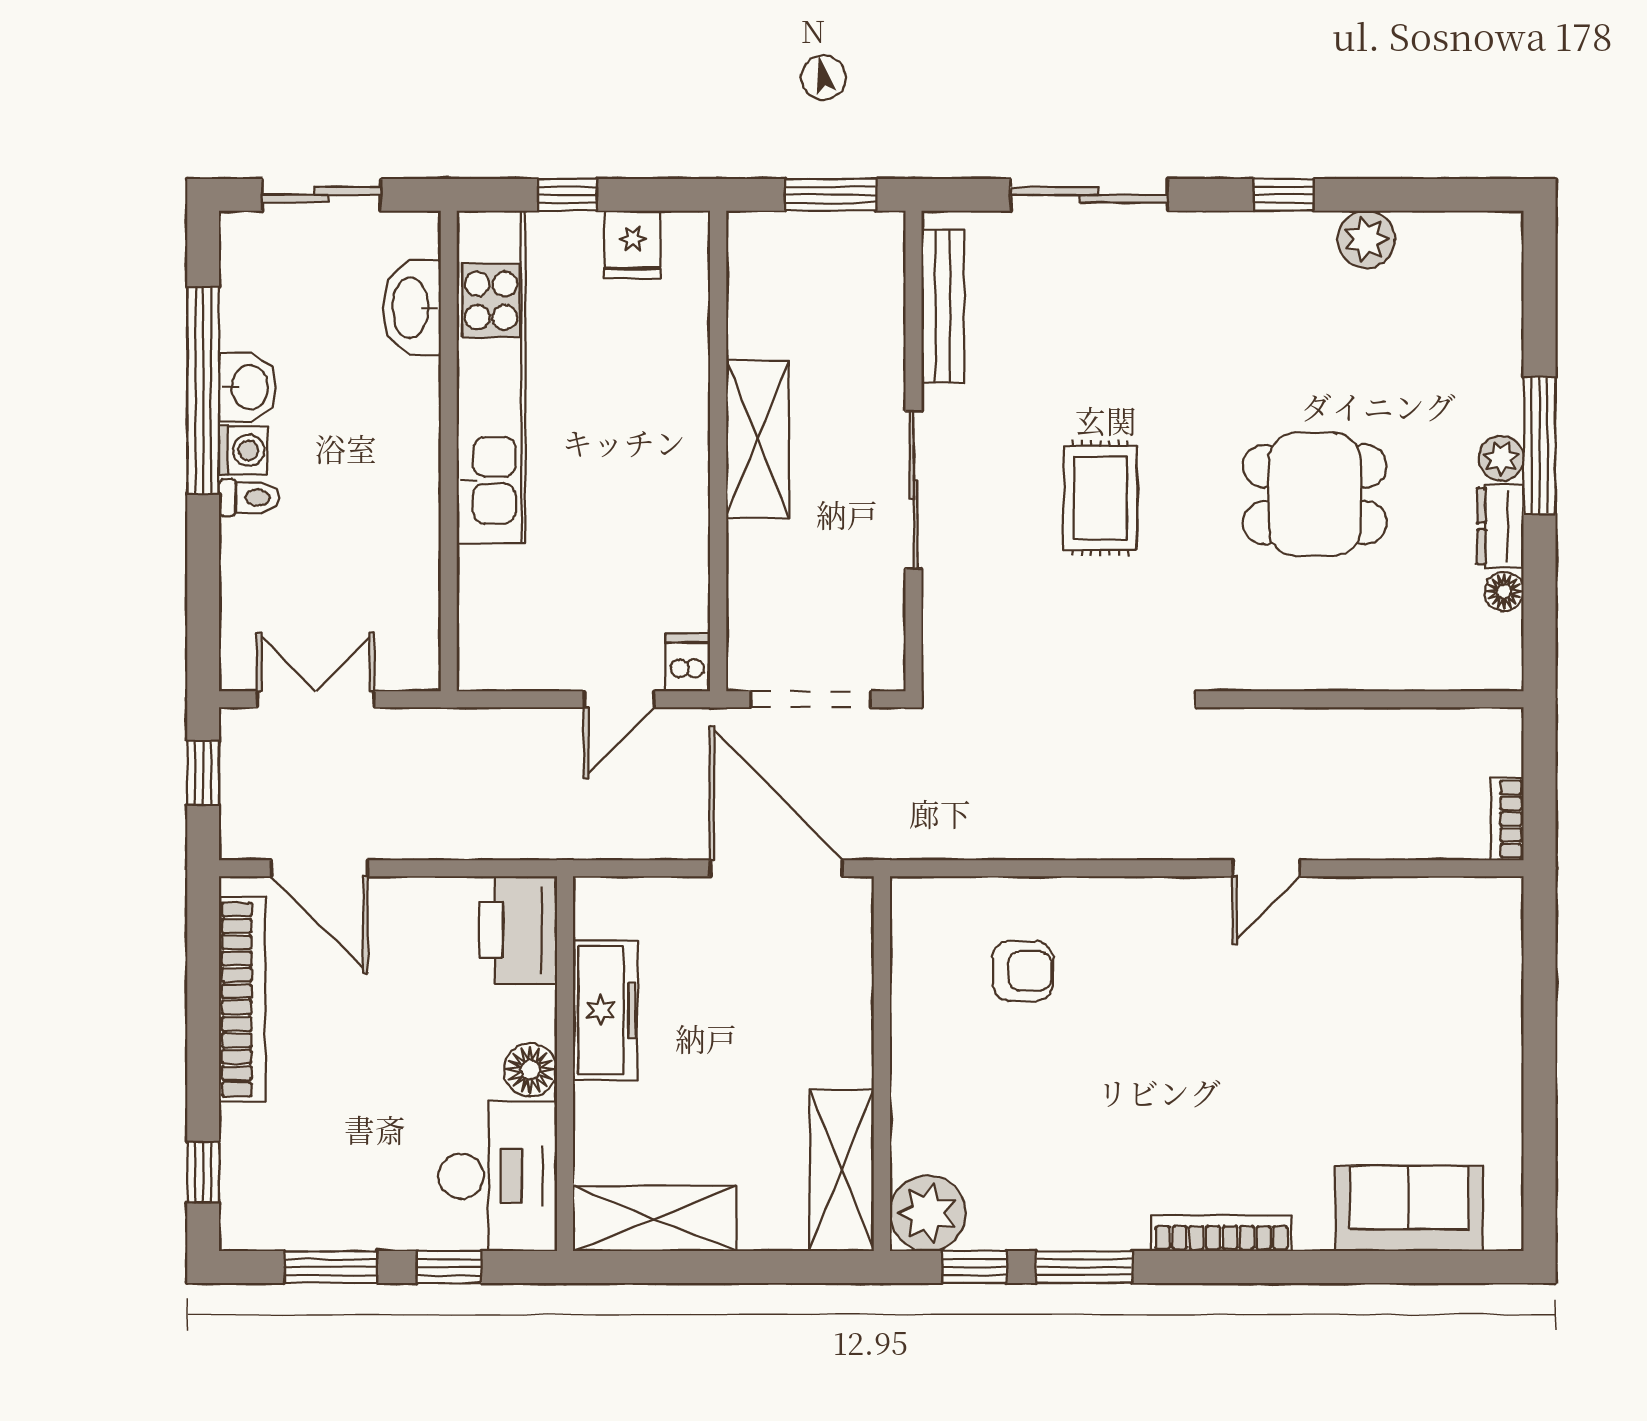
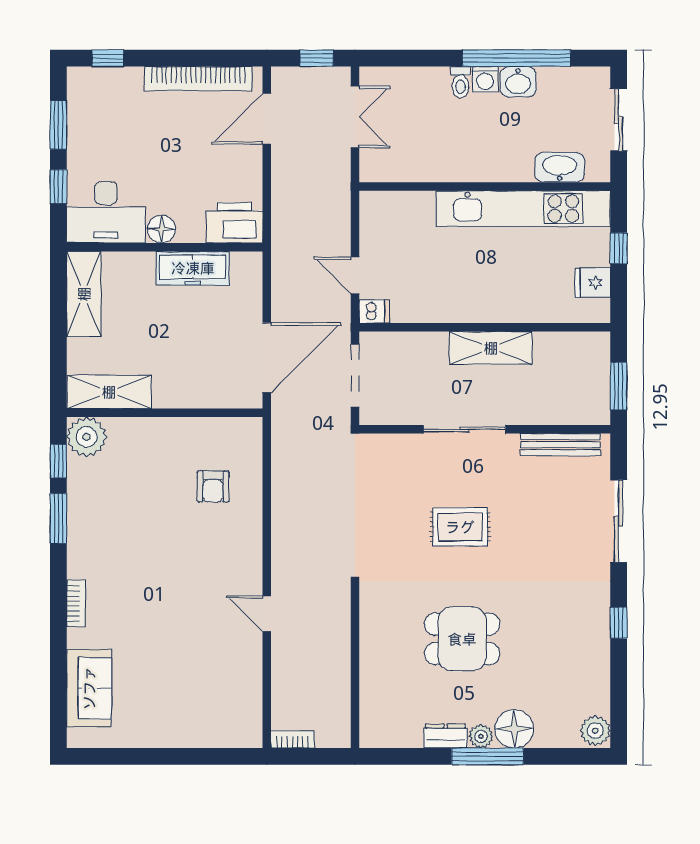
plant: (1366, 239) -> (595, 731), moved
dining table: (1315, 494) -> (462, 639), turned 90
floor lamp: (1504, 591) -> (514, 729), moved, width x1.89, depth x1.89
bookcase: (1222, 1233) -> (76, 603), width x0.64

